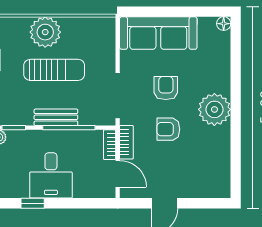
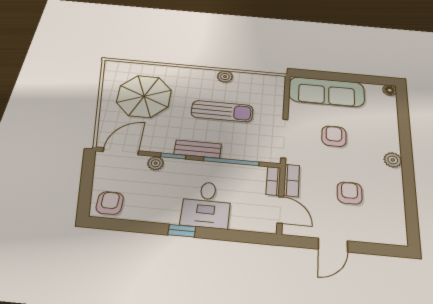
plant: (45, 32) -> (225, 77), width x0.53, depth x0.53
plant: (214, 109) -> (393, 160), width x0.53, depth x0.53
bench: (56, 117) -> (198, 149), moved
armchair: (168, 129) -> (350, 193), moved, turned 90

